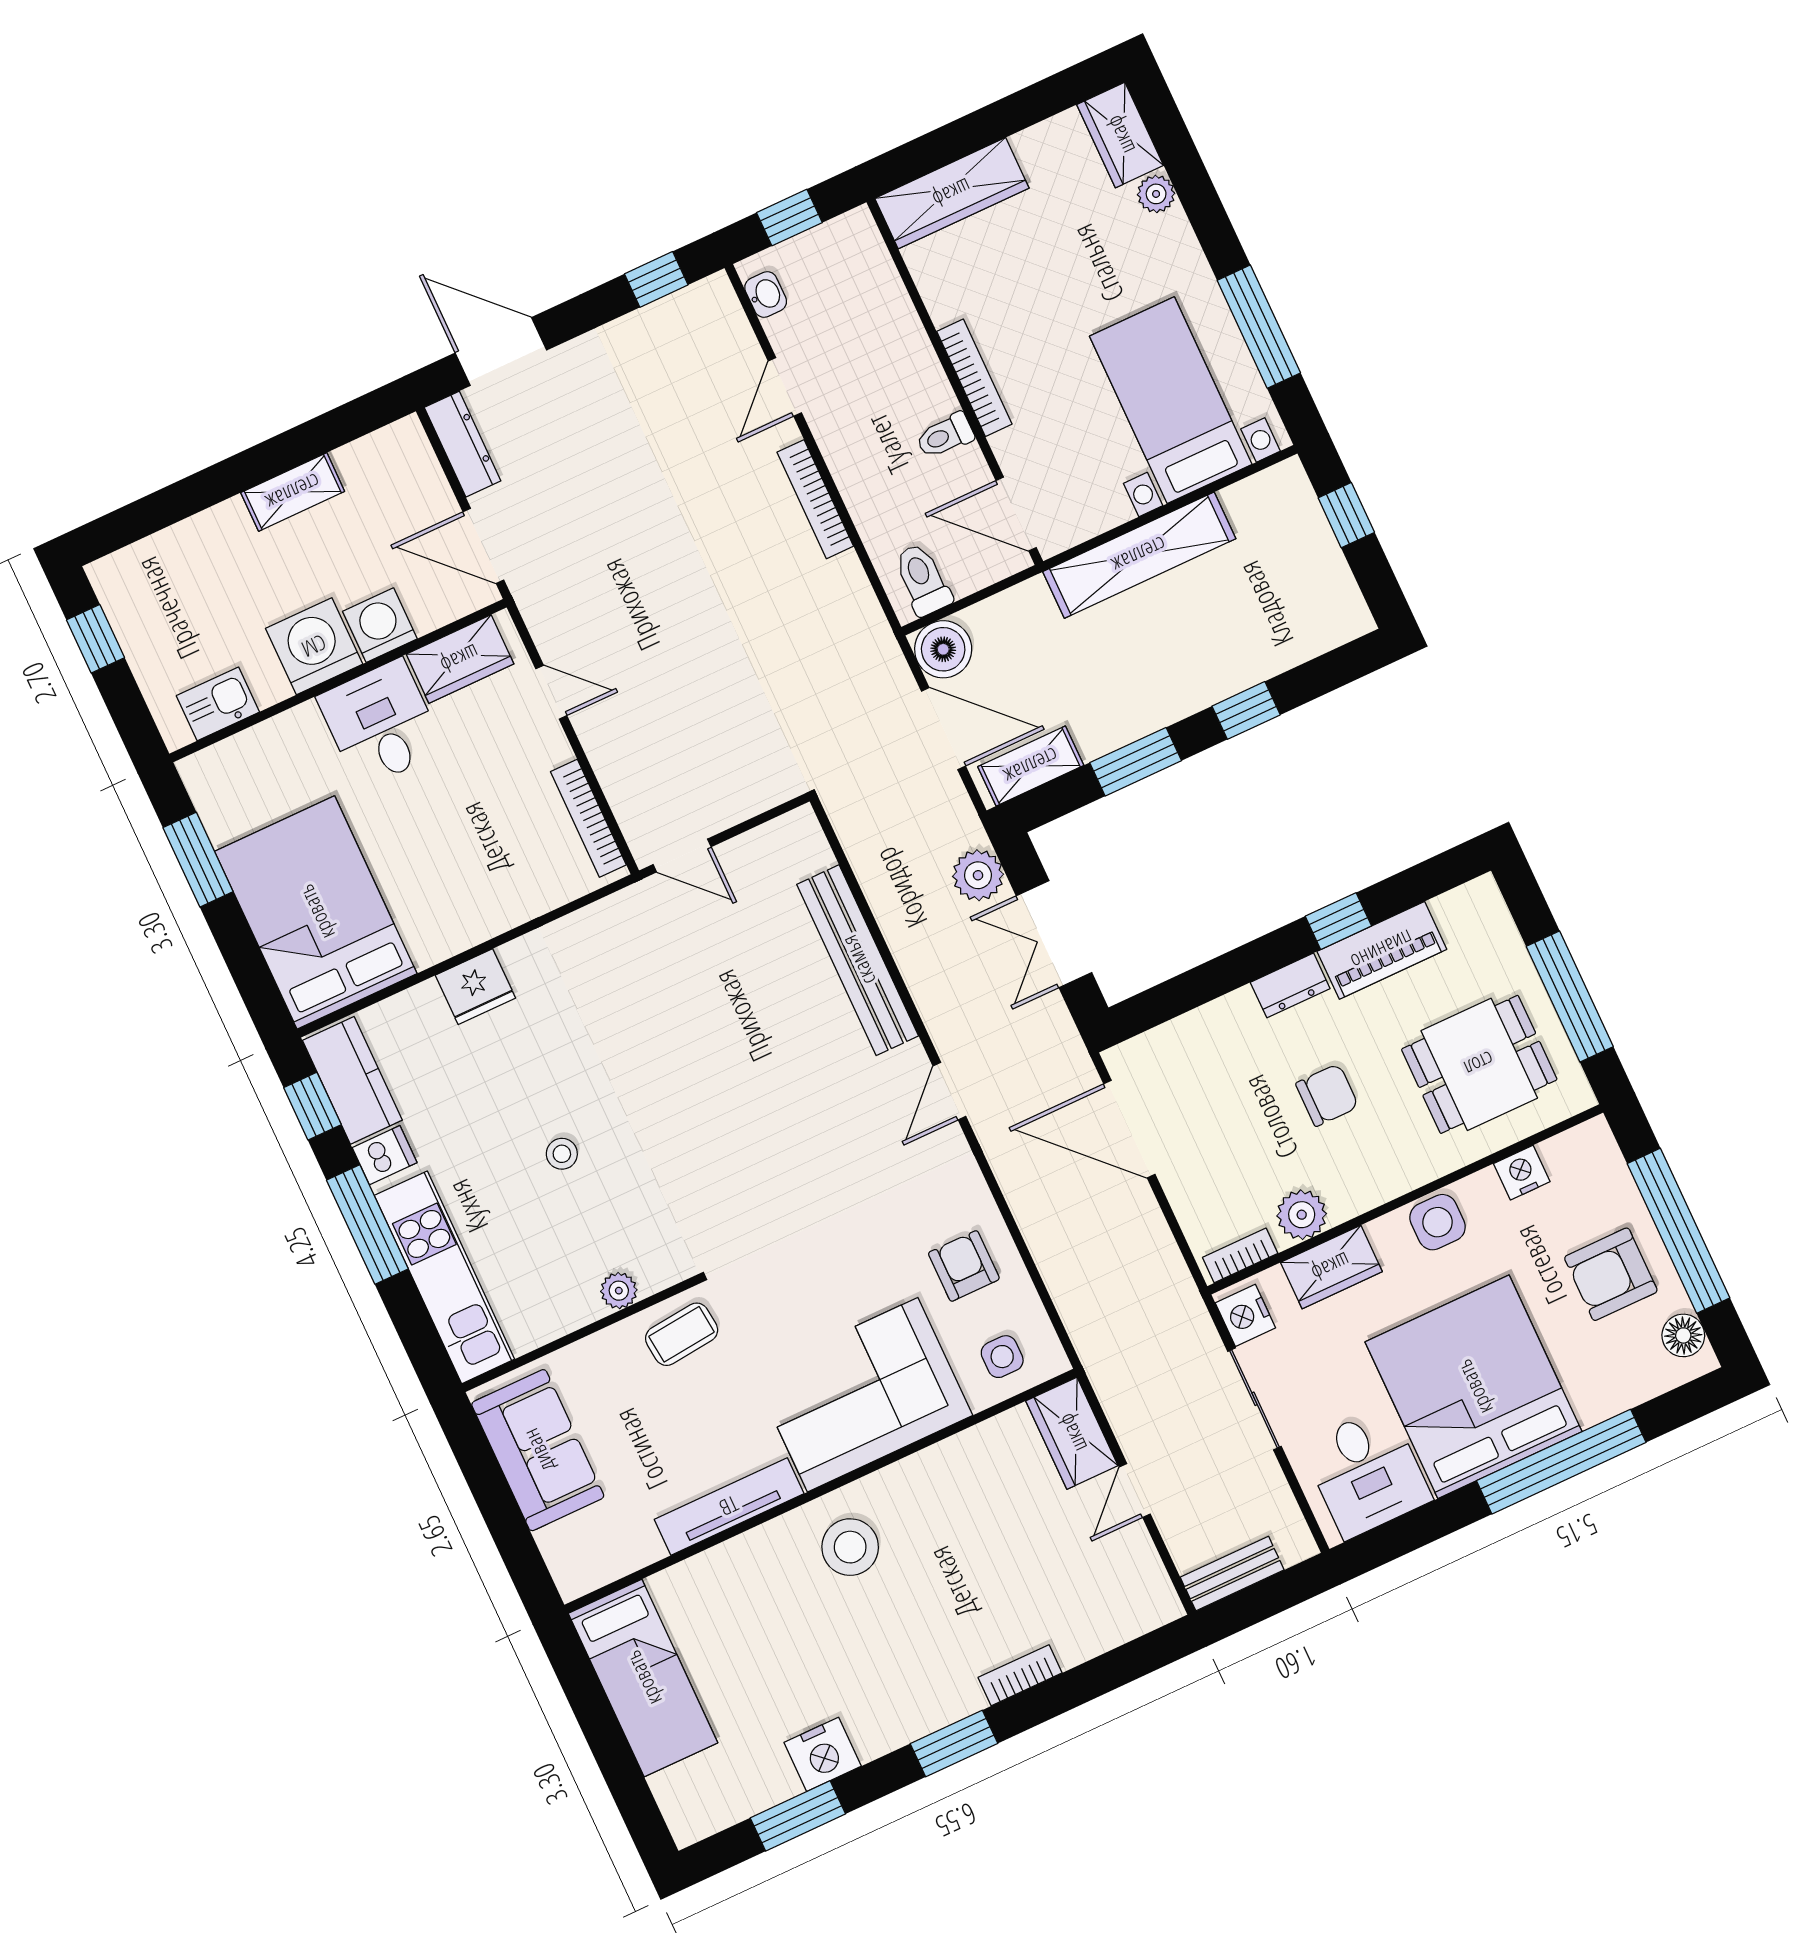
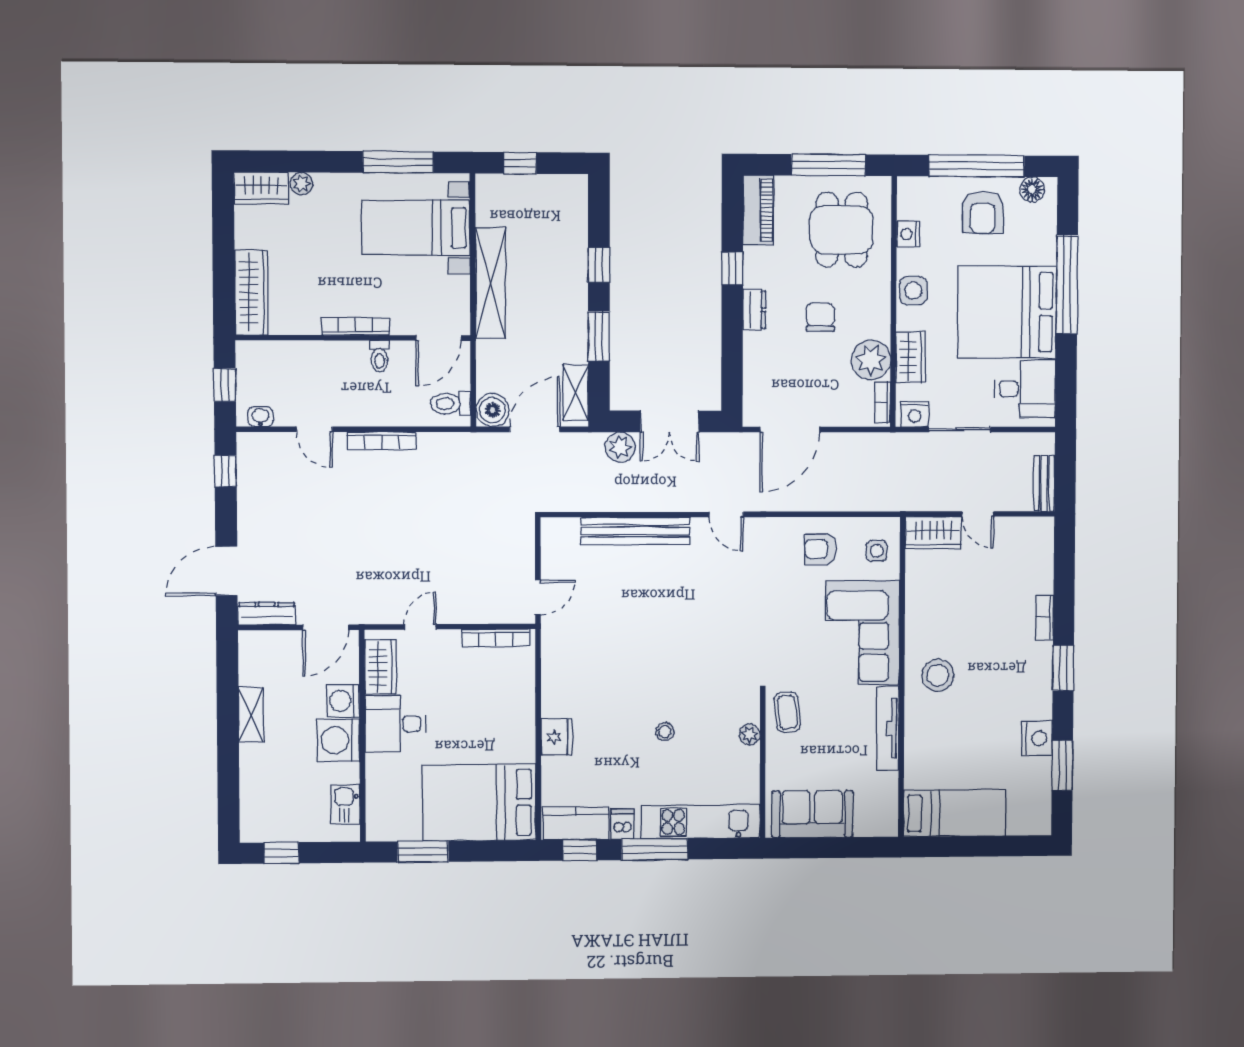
piano: (1382, 950) -> (758, 210), moved
plant: (1302, 1215) -> (871, 360), width x1.36, depth x1.36

